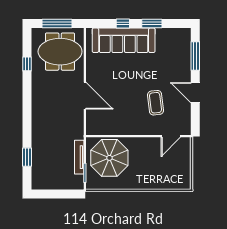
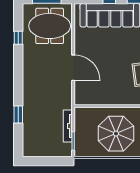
window: (27, 157) -> (18, 114), moved
parasol: (109, 158) -> (116, 134), moved

